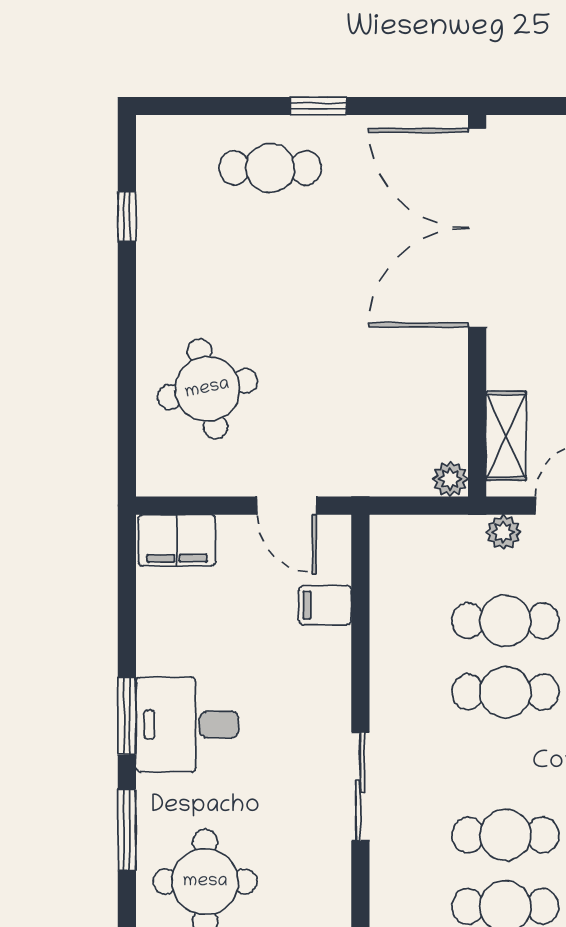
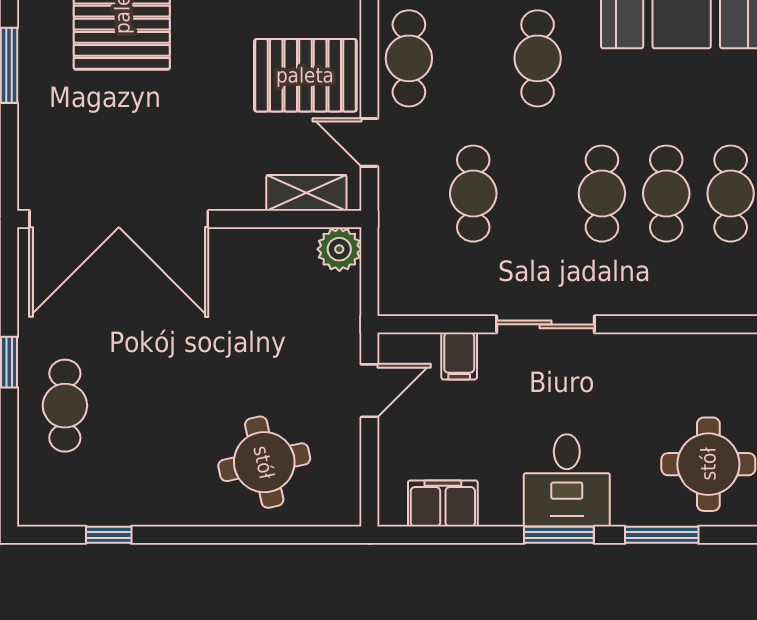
plant: (450, 479) -> (339, 249), width x1.38, depth x1.38
plant: (503, 532) -> (393, 195), removed
filing cabinet: (177, 540) -> (443, 504), moved, turned -90
cafe table: (505, 692) -> (602, 194), moved
sliding door: (360, 786) -> (545, 324), moved

